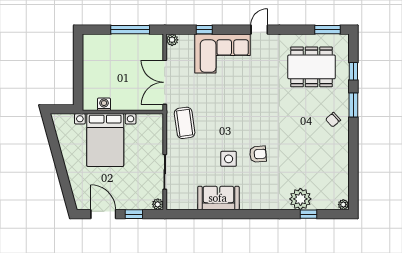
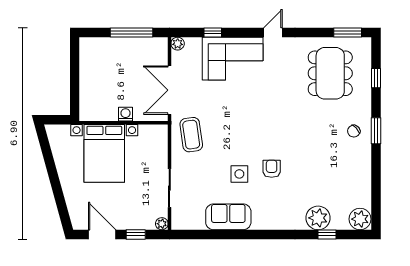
dining table: (312, 67) -> (330, 73), turned 90
washing machine: (104, 104) -> (125, 114), moved
window: (353, 105) -> (376, 131), moved
armchair: (258, 154) -> (272, 169), turned -86
plant: (343, 205) -> (360, 219), width x1.88, depth x1.88

